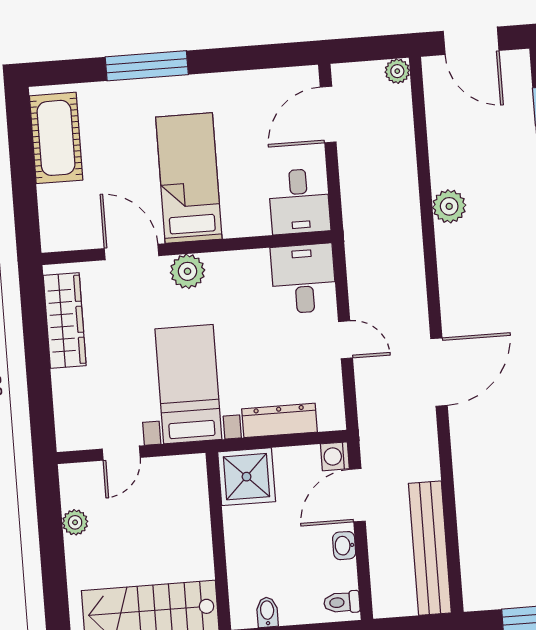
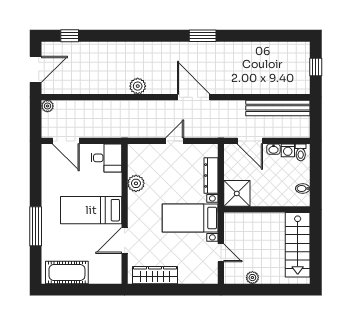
plant: (449, 206) -> (138, 86), moved
plant: (188, 271) -> (136, 183), moved
desk: (303, 279) -> (144, 159), removed
washing machine: (335, 456) -> (288, 150), moved

